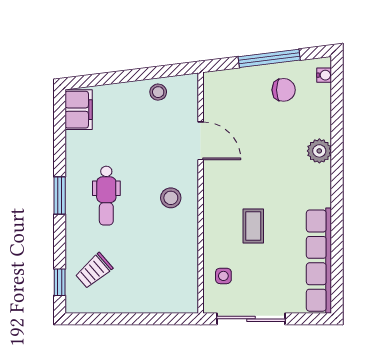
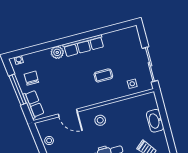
row of seats: (234, 81) -> (33, 104), added
door: (201, 141) -> (68, 113), swing flipped
row of seats: (319, 261) -> (84, 46), moved, width x0.73
washbasin: (143, 300) -> (155, 121), added

